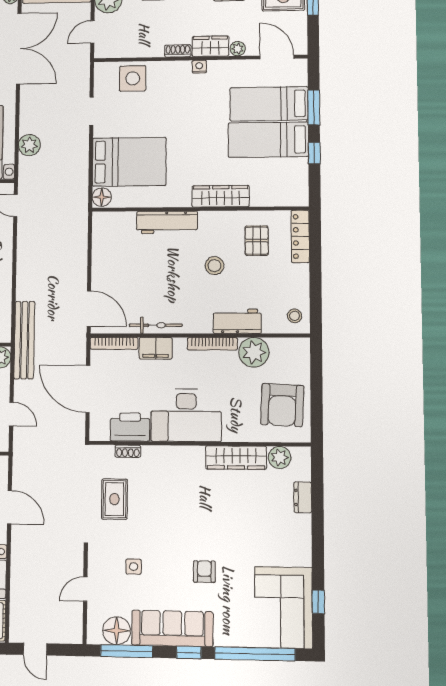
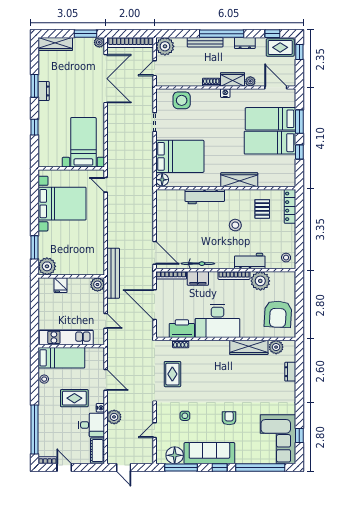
plant: (29, 145) -> (114, 417), moved

